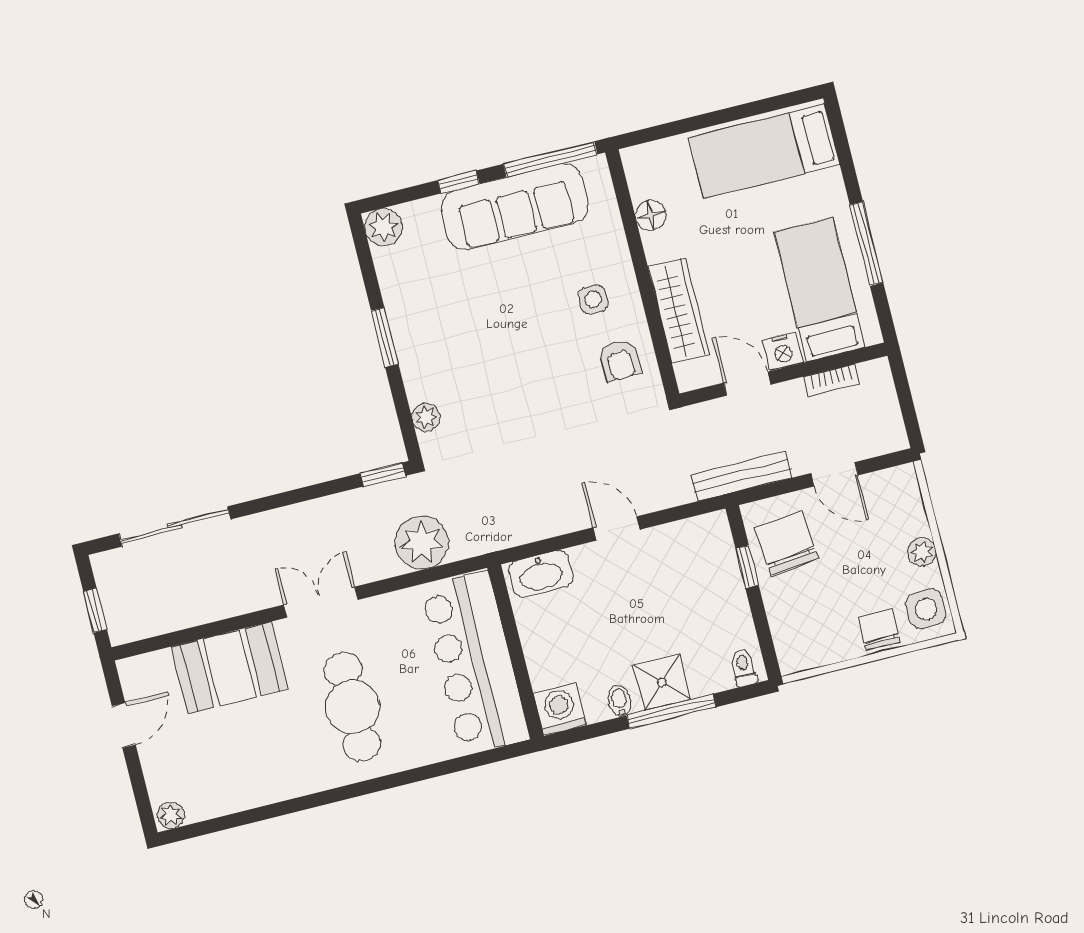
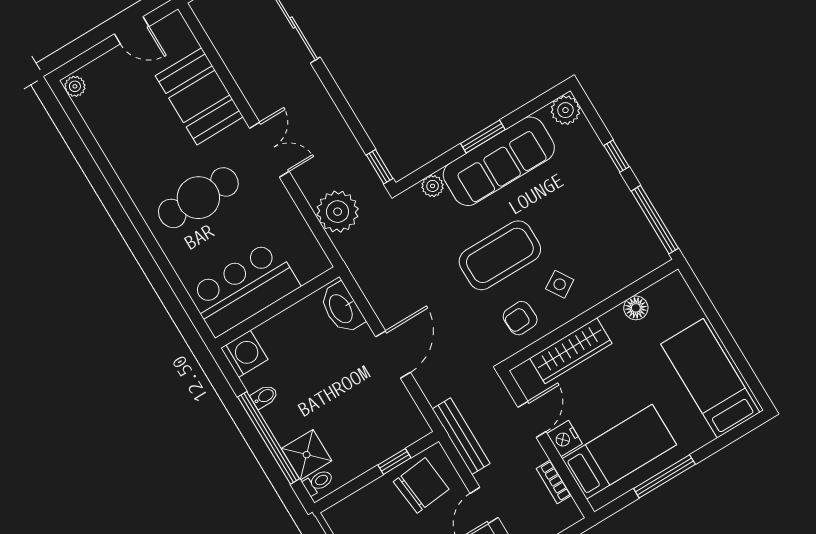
sofa: (515, 207) -> (499, 161), moved, turned -90
side table: (593, 299) -> (560, 284), turned -32
coffee table: (536, 361) -> (500, 255), added
door: (616, 529) -> (393, 354), width x1.38
bar counter: (475, 663) -> (244, 289), width x0.73
shower: (662, 682) -> (307, 455), moved
window: (671, 711) -> (269, 438), width x1.46

